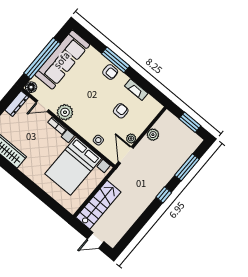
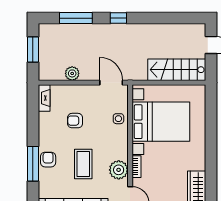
fireplace: (136, 90) -> (44, 98), moved
coffee table: (88, 92) -> (83, 164), added
plant: (131, 139) -> (92, 90), removed
door: (126, 155) -> (111, 83), swing flipped

